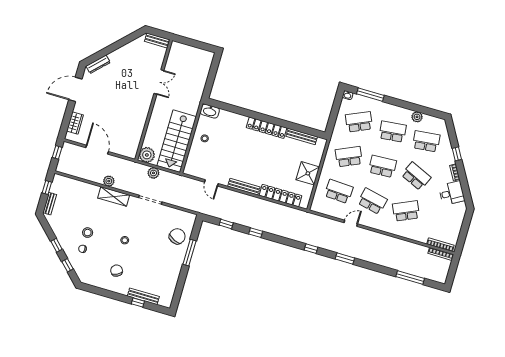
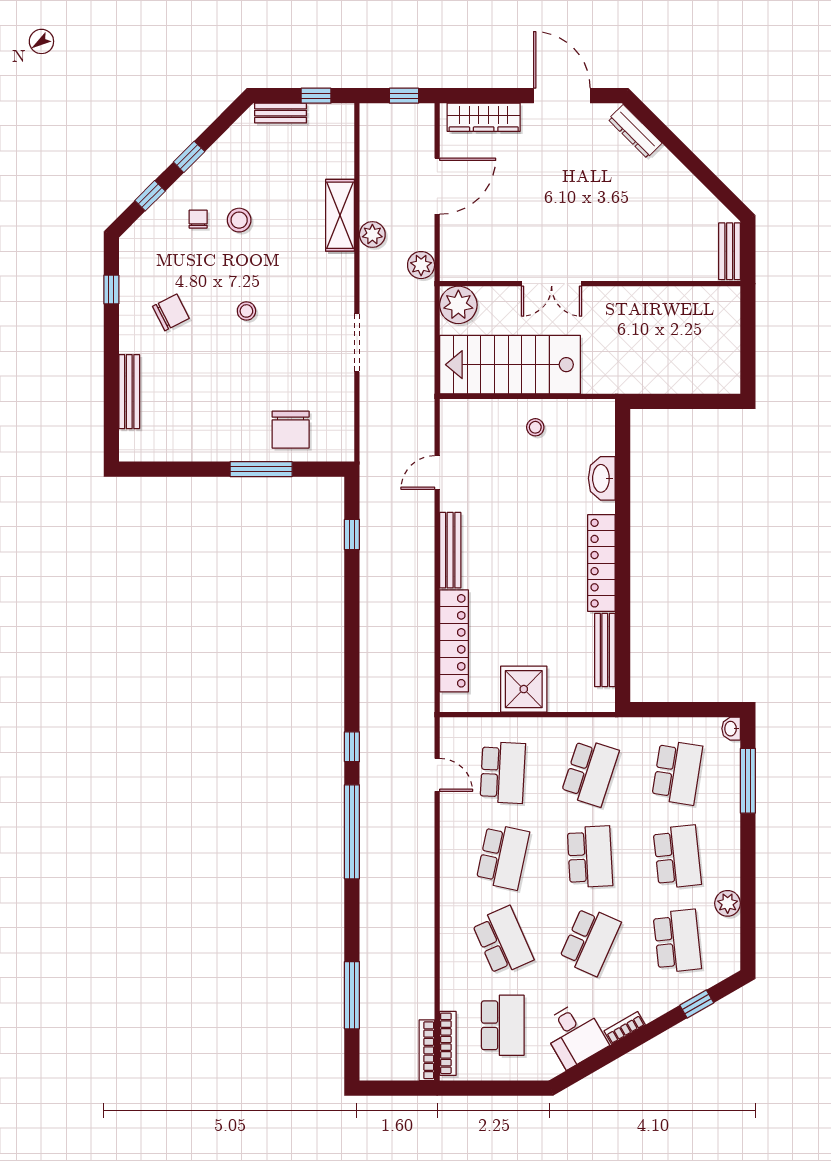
double door: (159, 82) -> (552, 284), moved
washbasin: (210, 111) -> (602, 478), moved
school desk: (359, 122) -> (677, 772), turned 33
wardrobe: (75, 123) -> (484, 117), width x1.50
window: (457, 154) -> (697, 1004), moved
school desk: (349, 157) -> (590, 772), turned 42
plant: (153, 173) -> (421, 265), moved
shelving: (114, 196) -> (340, 215), moved
school desk: (440, 221) -> (503, 1025), added
door: (351, 223) -> (437, 775), moved
window: (256, 233) -> (352, 608), removed
chair: (177, 236) -> (291, 430), turned 66
window: (345, 258) -> (352, 832), width x2.11
window: (138, 302) -> (111, 289), moved

